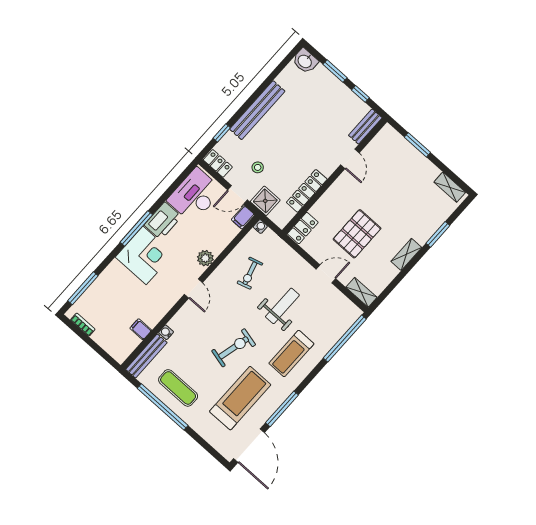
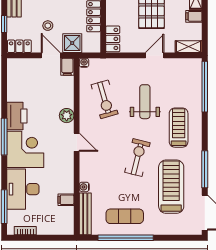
desk: (195, 195) -> (23, 189), moved
door: (238, 195) -> (51, 55), swing flipped
filing cabinet: (389, 271) -> (194, 16), added
exercise bike: (250, 273) -> (105, 99), width x1.38, depth x1.39
treadmill: (291, 354) -> (179, 128), turned 180

